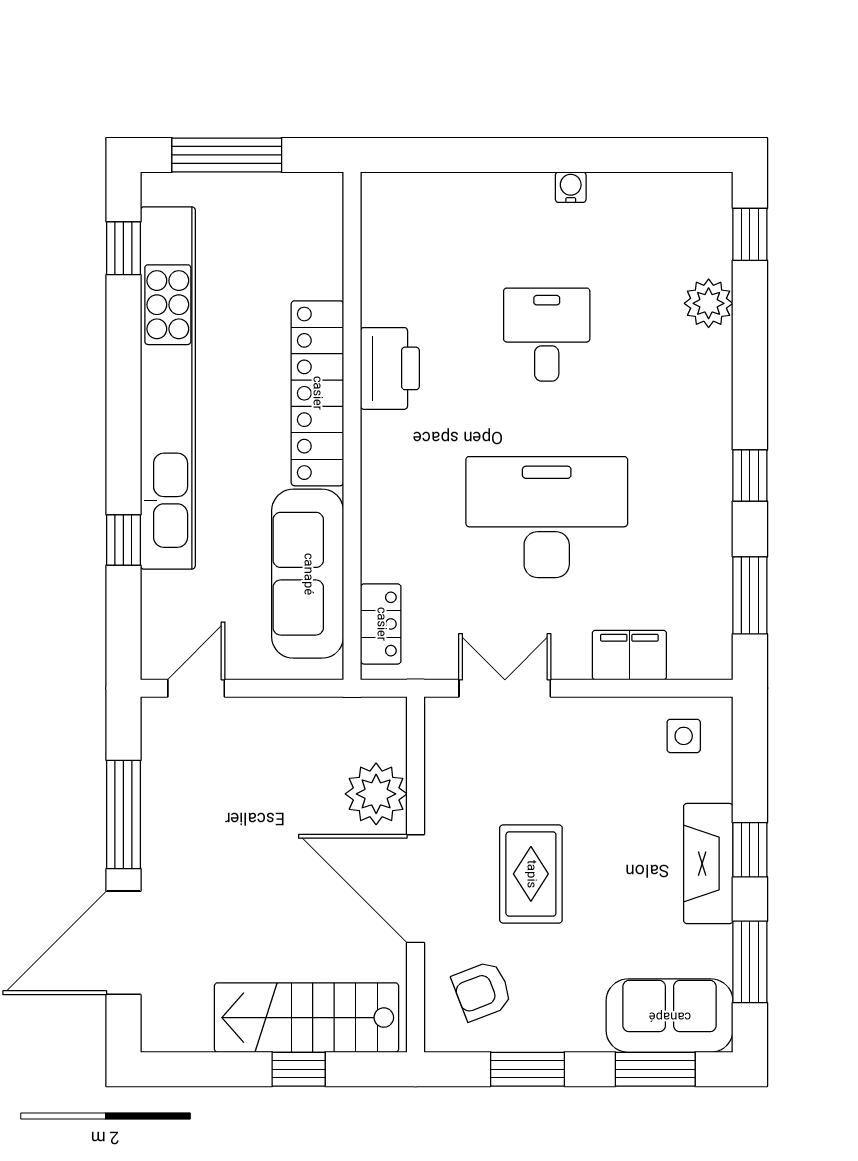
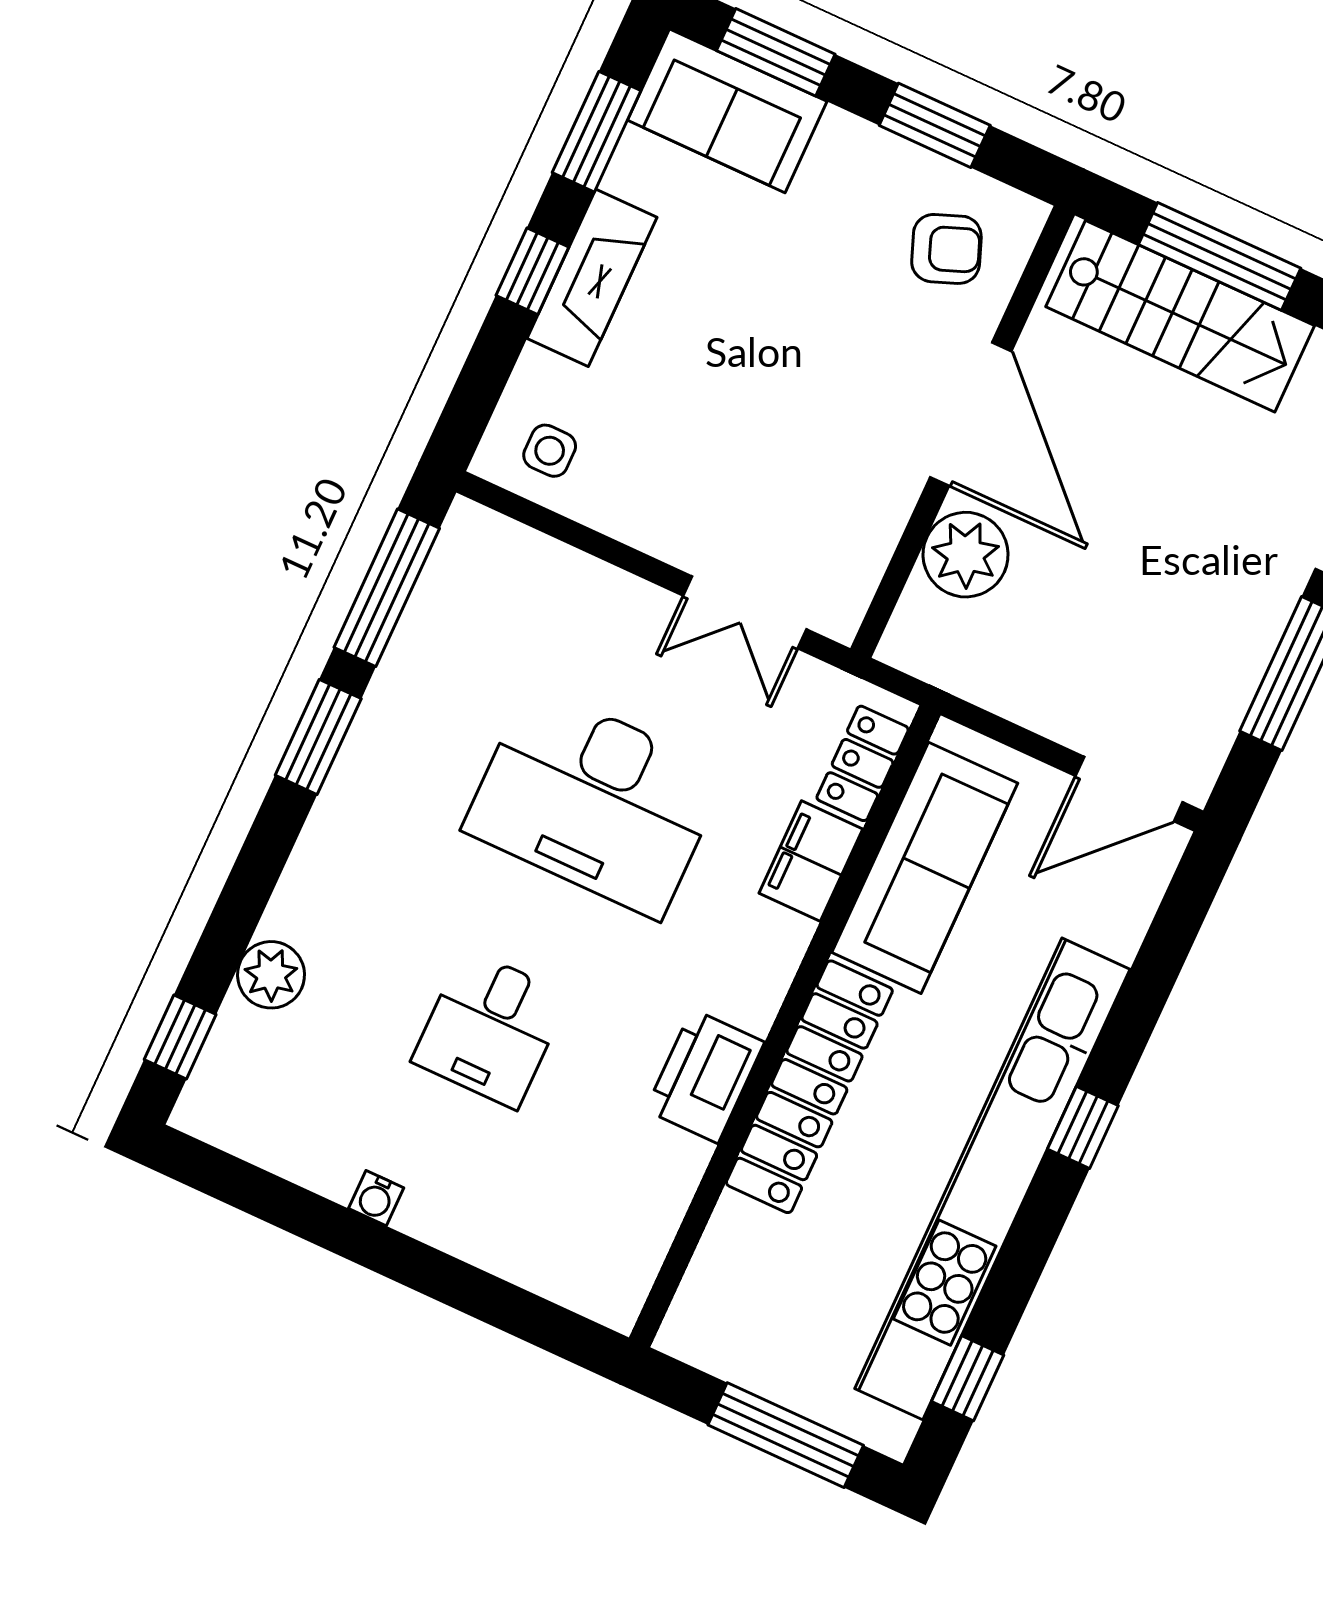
window: (750, 475) -> (318, 737), width x1.50
window: (123, 540) -> (1083, 1127), moved
window: (750, 595) -> (387, 588), width x1.44
filing cabinet: (629, 655) -> (811, 861), moved, turned 90
door: (196, 688) -> (1129, 789), width x1.38
rug: (531, 874) -> (819, 366), removed
window: (299, 1069) -> (1220, 256), width x2.17

